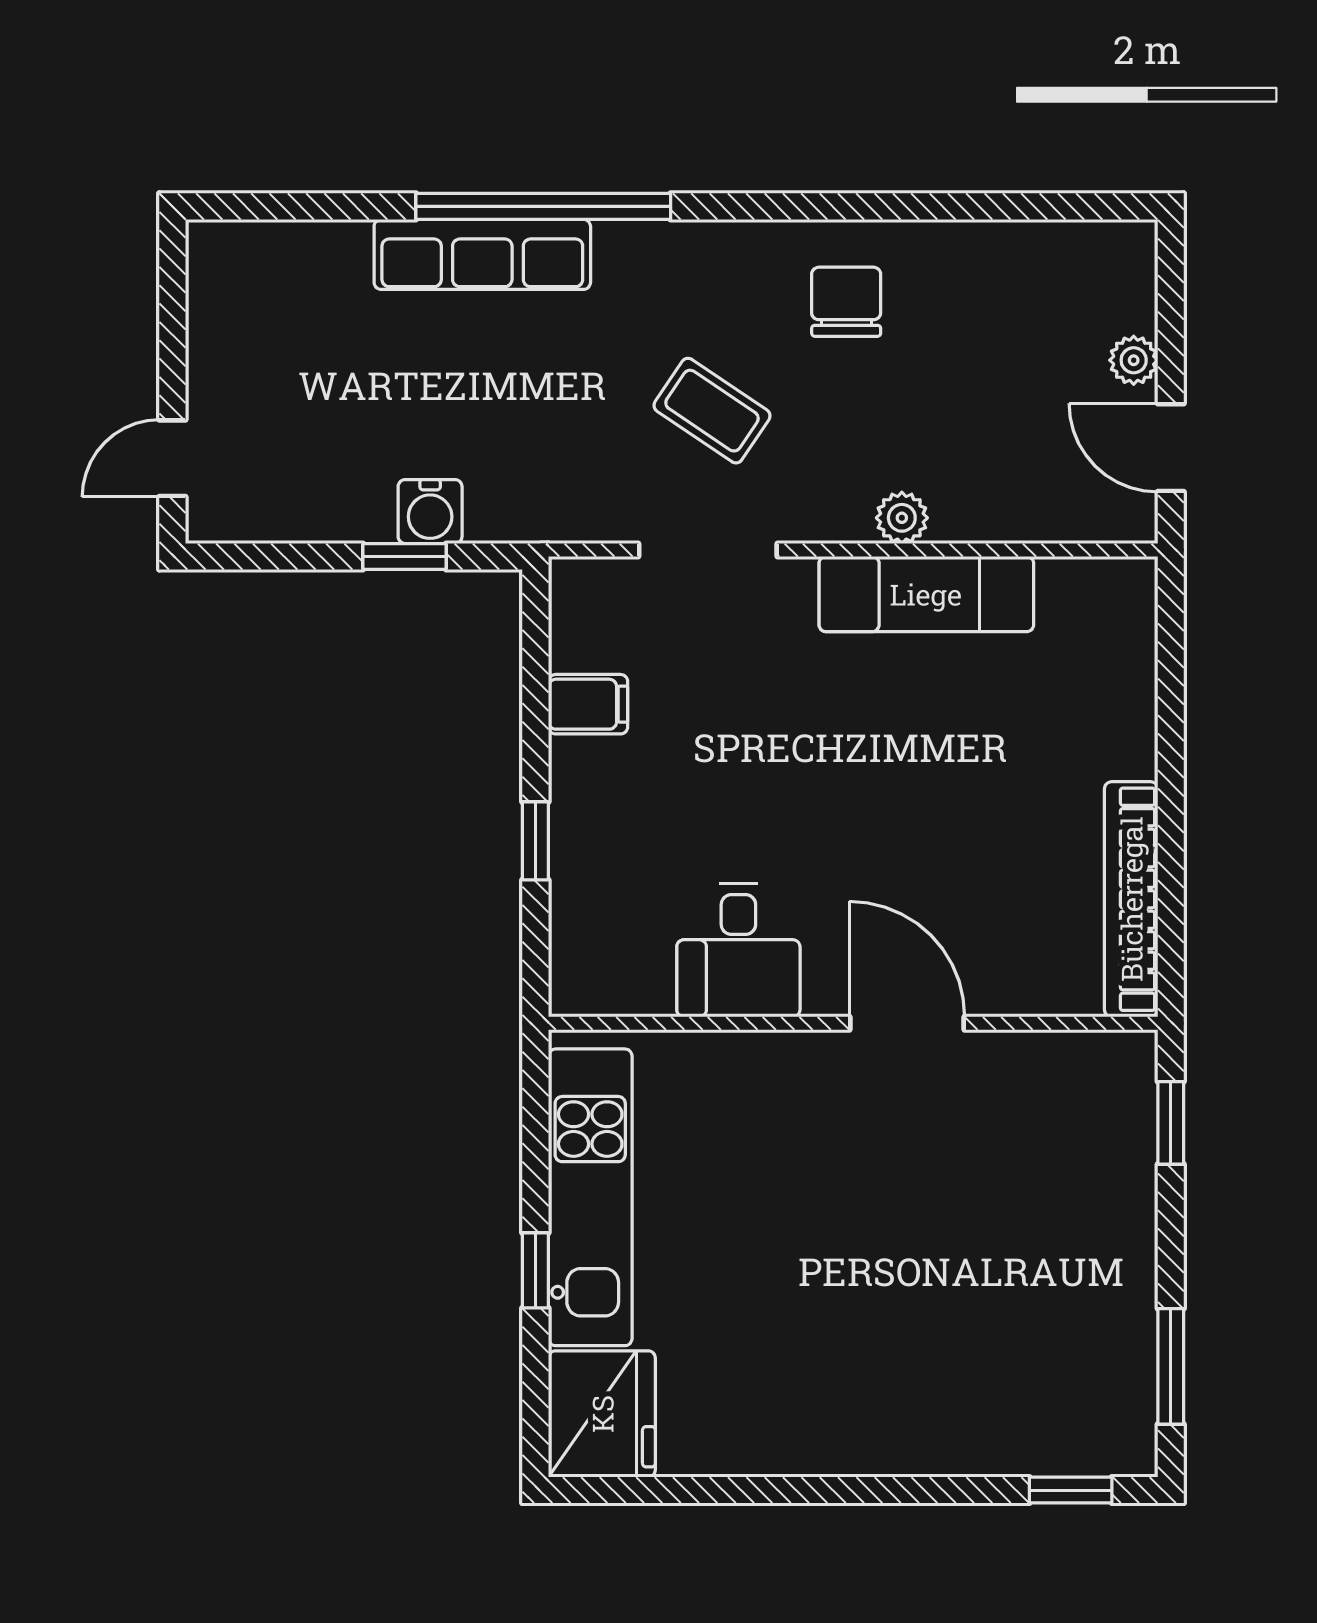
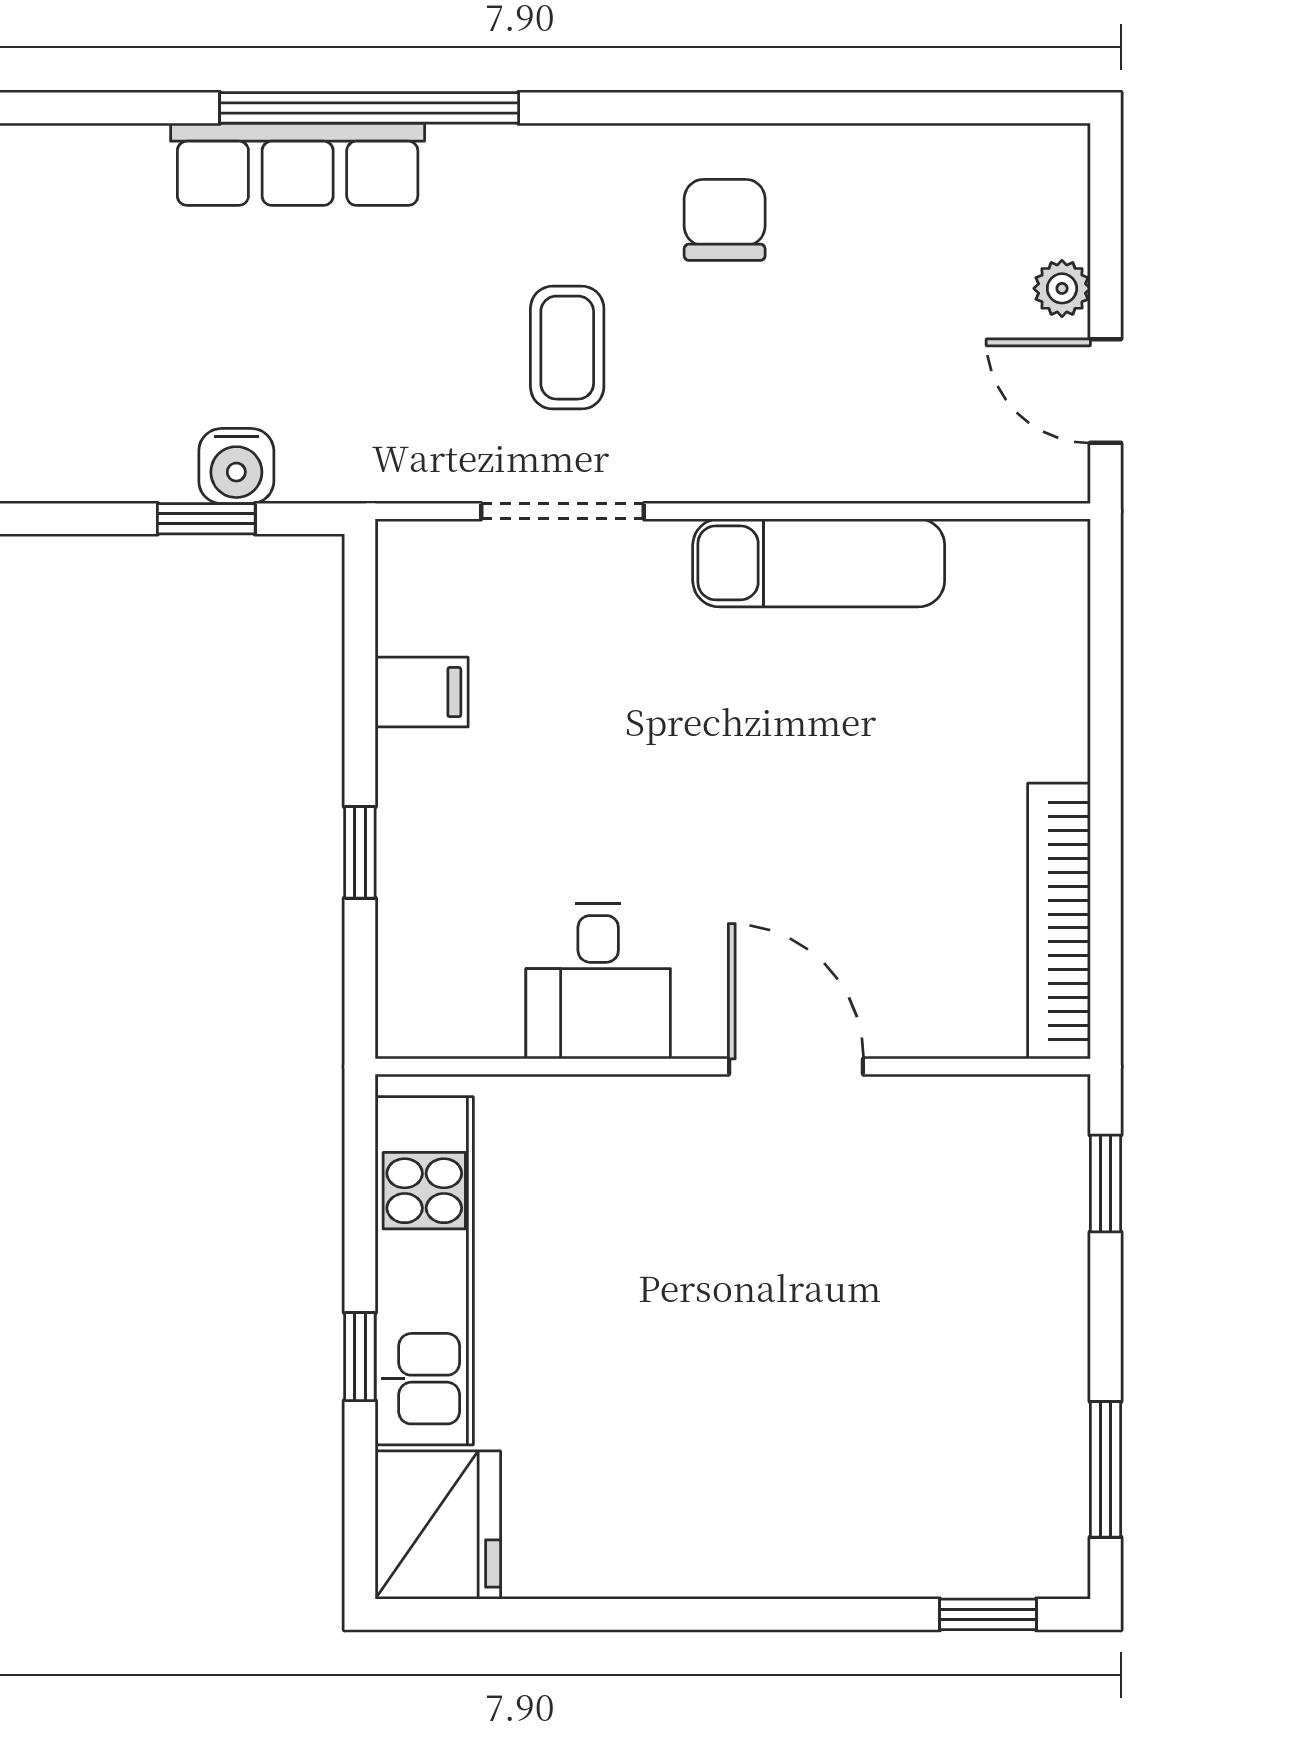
coffee table: (712, 411) -> (567, 348), turned 56
plant: (902, 518) -> (790, 473), removed

